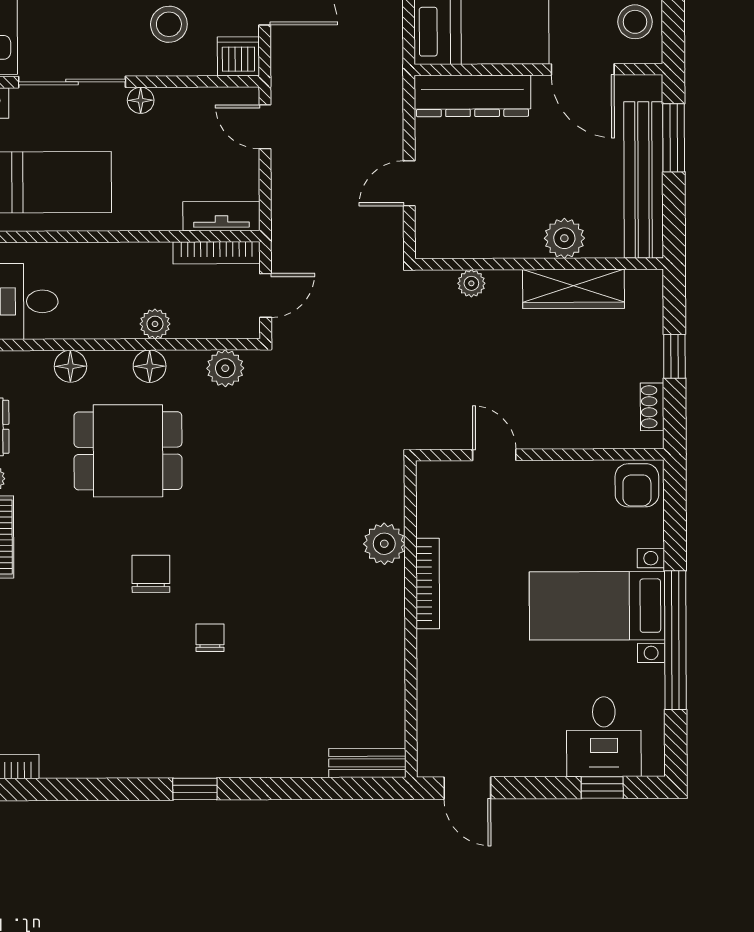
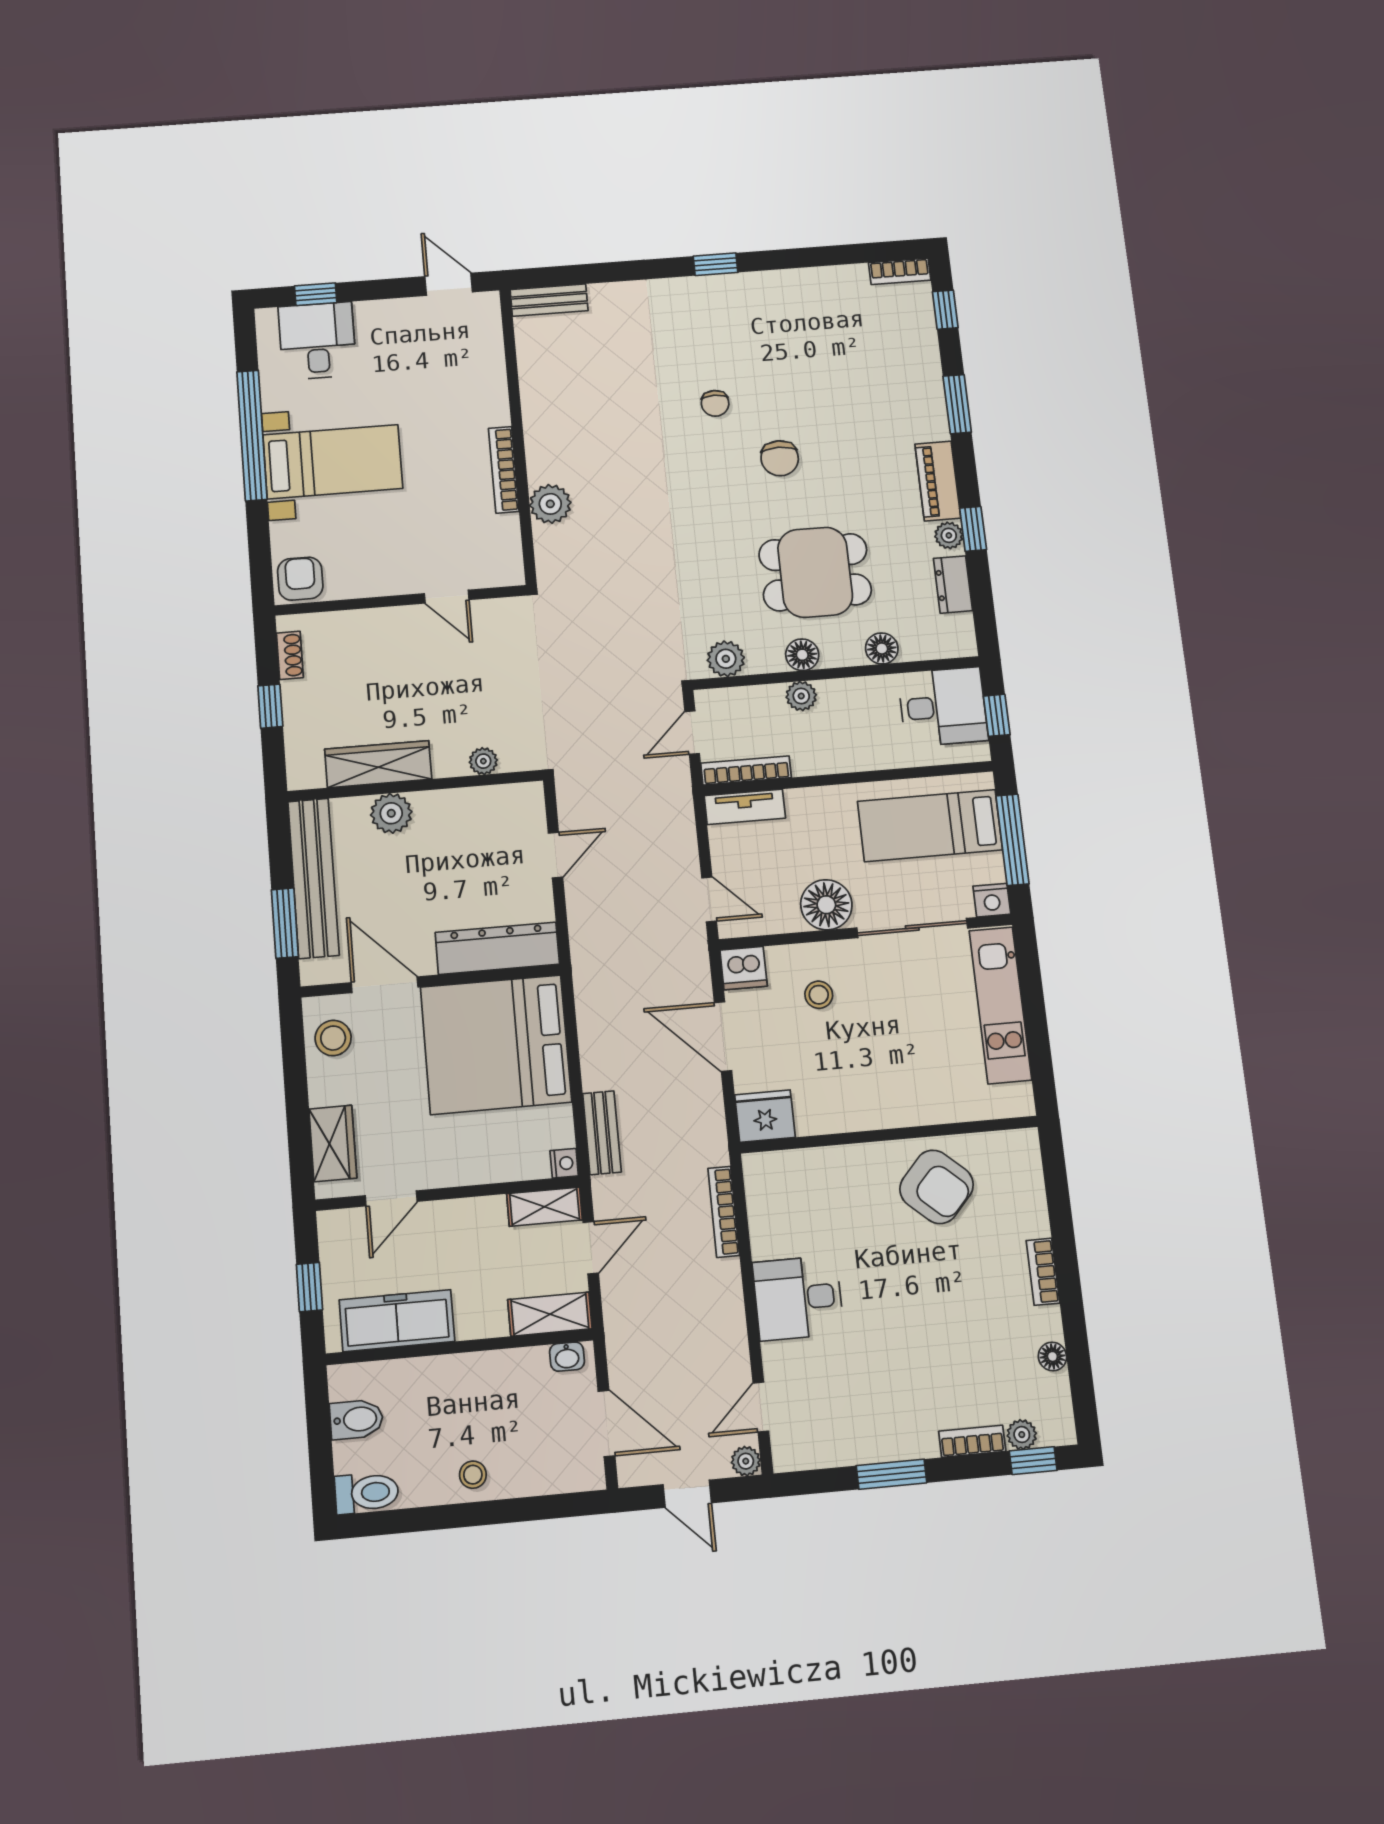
stool: (169, 24) -> (819, 995), width x0.73, depth x0.73
floor lamp: (141, 100) -> (826, 905), width x1.89, depth x1.89

